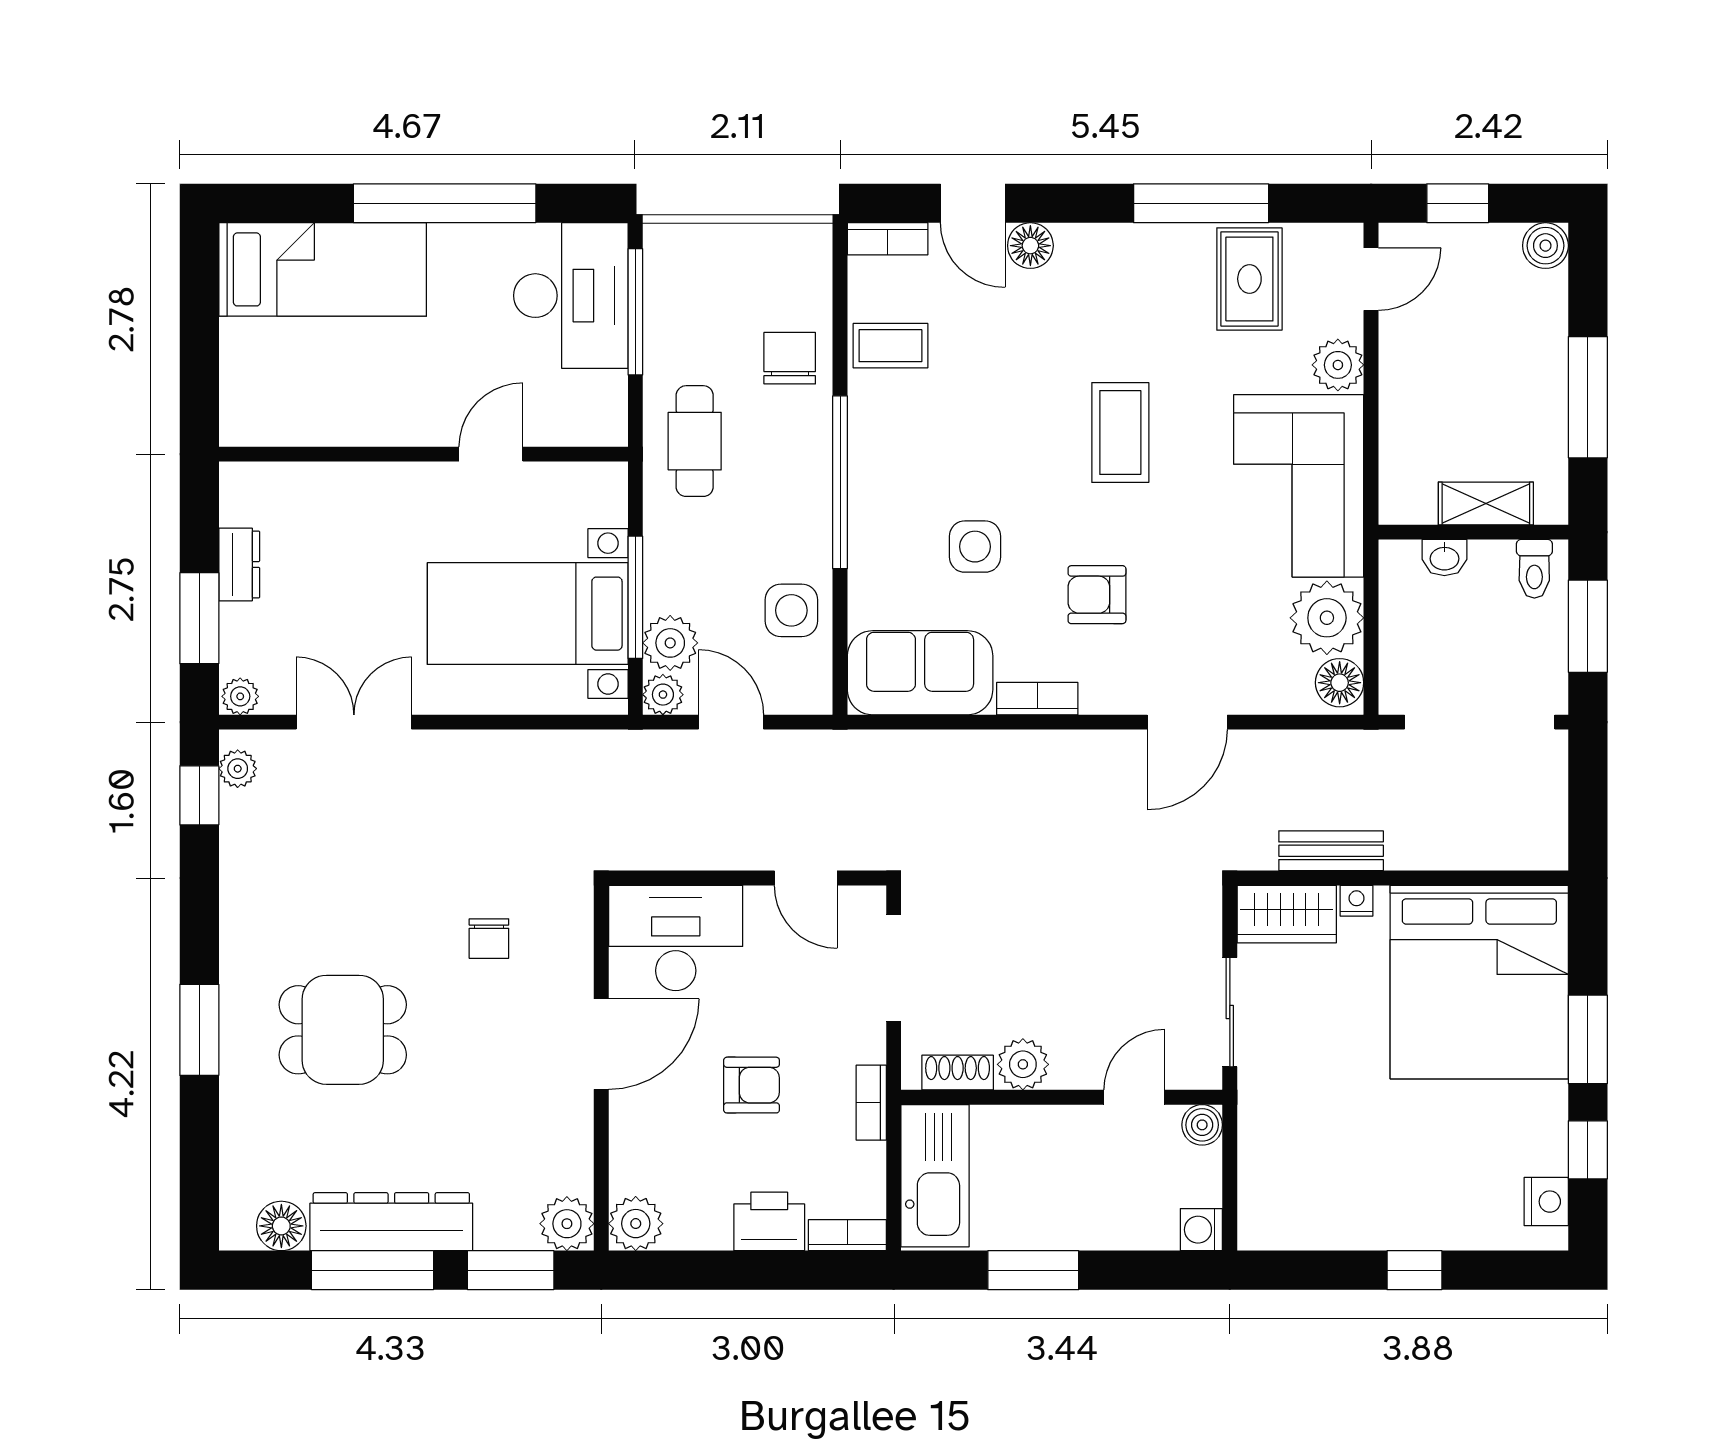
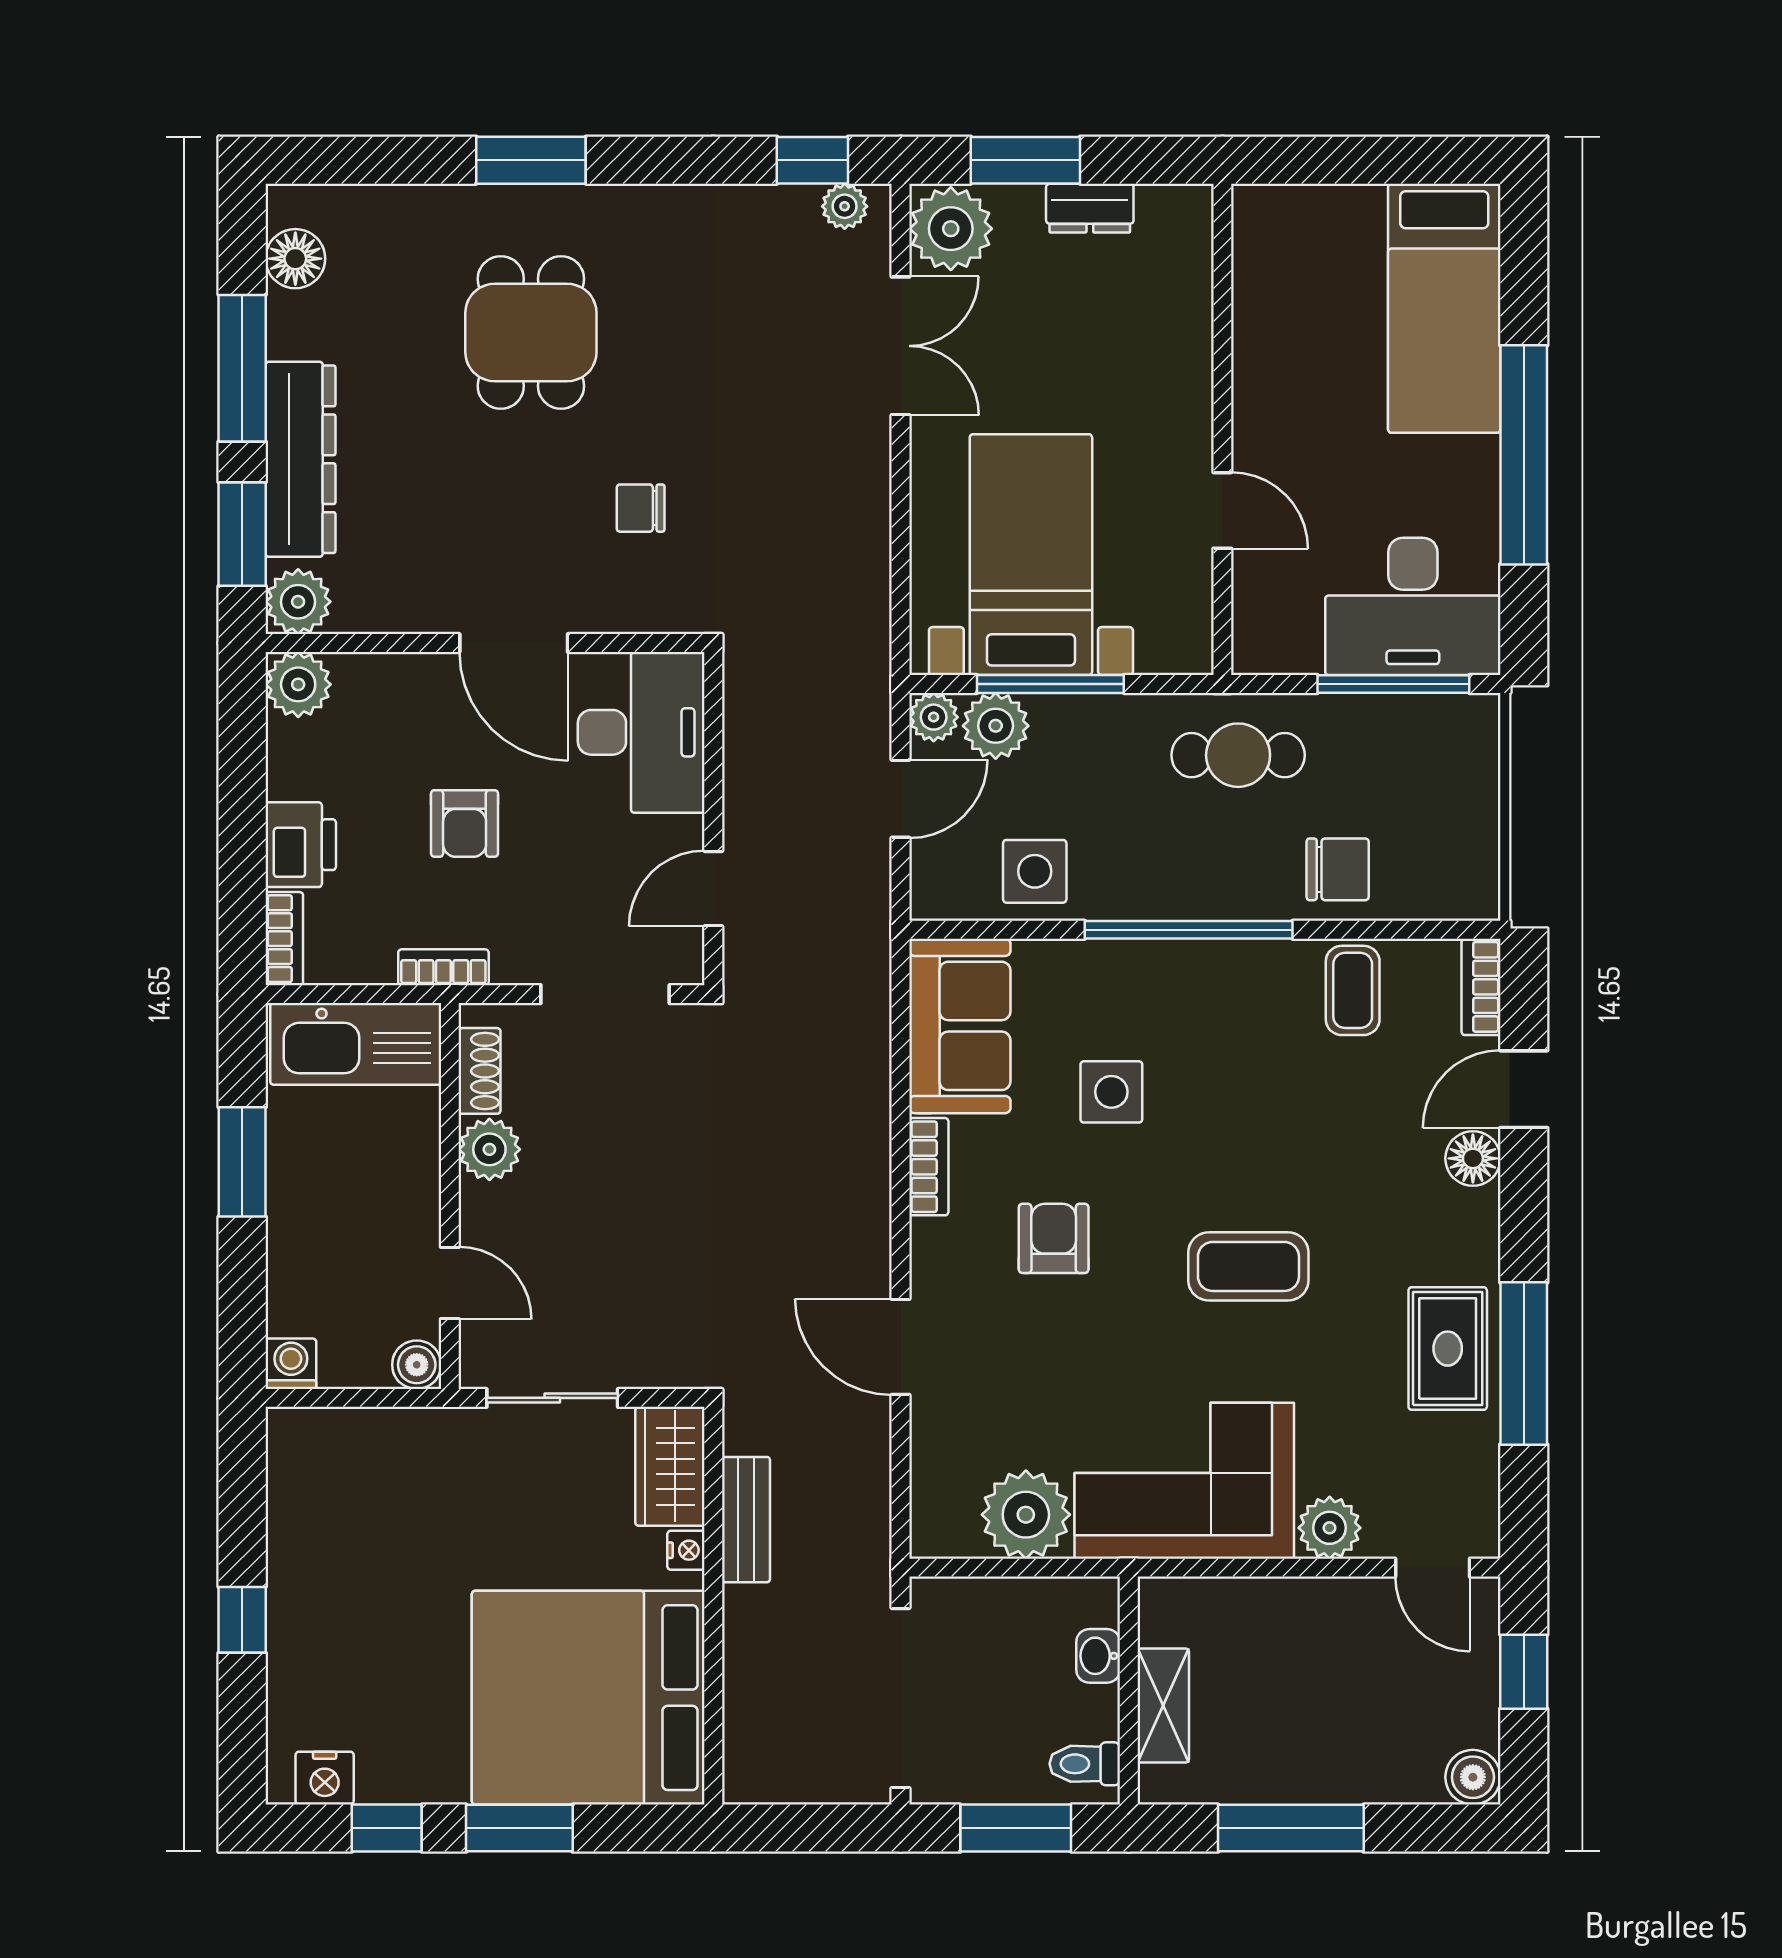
rug: (1249, 279) -> (1448, 1349), moved, turned 90
floor lamp: (1340, 683) -> (948, 1530), removed
plant: (240, 696) -> (951, 229), width x1.87, depth x1.87
dresser: (391, 1222) -> (300, 459), moved

